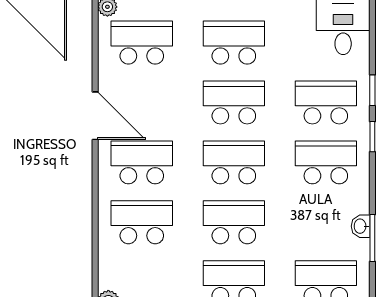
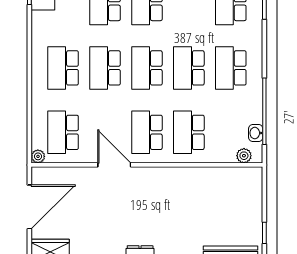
door: (95, 116) -> (114, 165), hinge flipped

